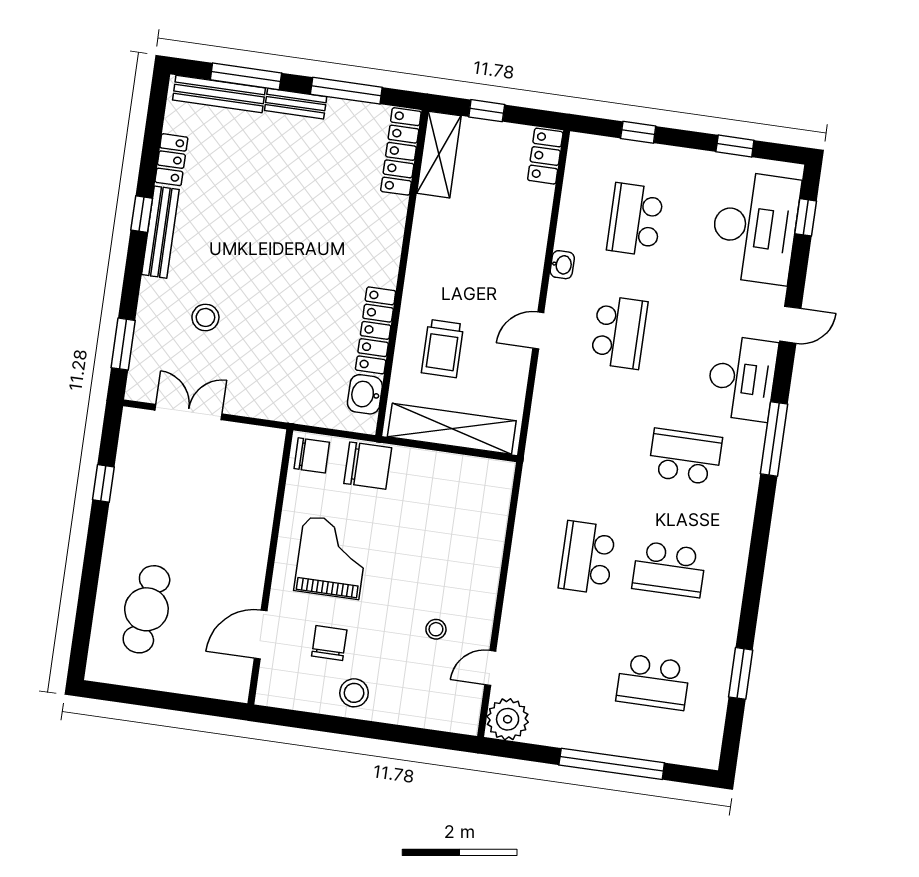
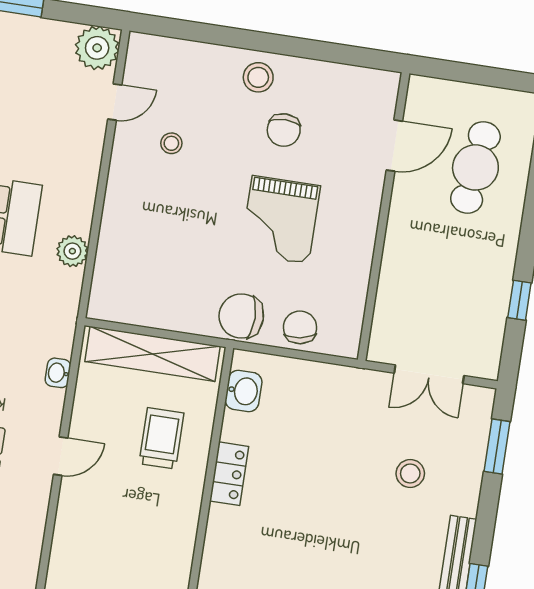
washbasin: (562, 265) -> (58, 373), moved
locker: (376, 330) -> (229, 474), width x0.66
chair: (312, 455) -> (300, 327), turned 80
plant: (529, 526) -> (72, 251), added
wall: (270, 567) -> (384, 217), moved
door: (261, 635) -> (394, 146), moved

